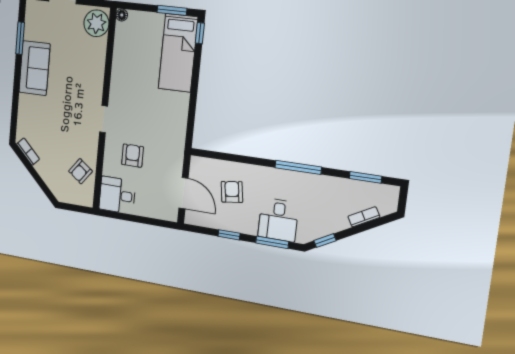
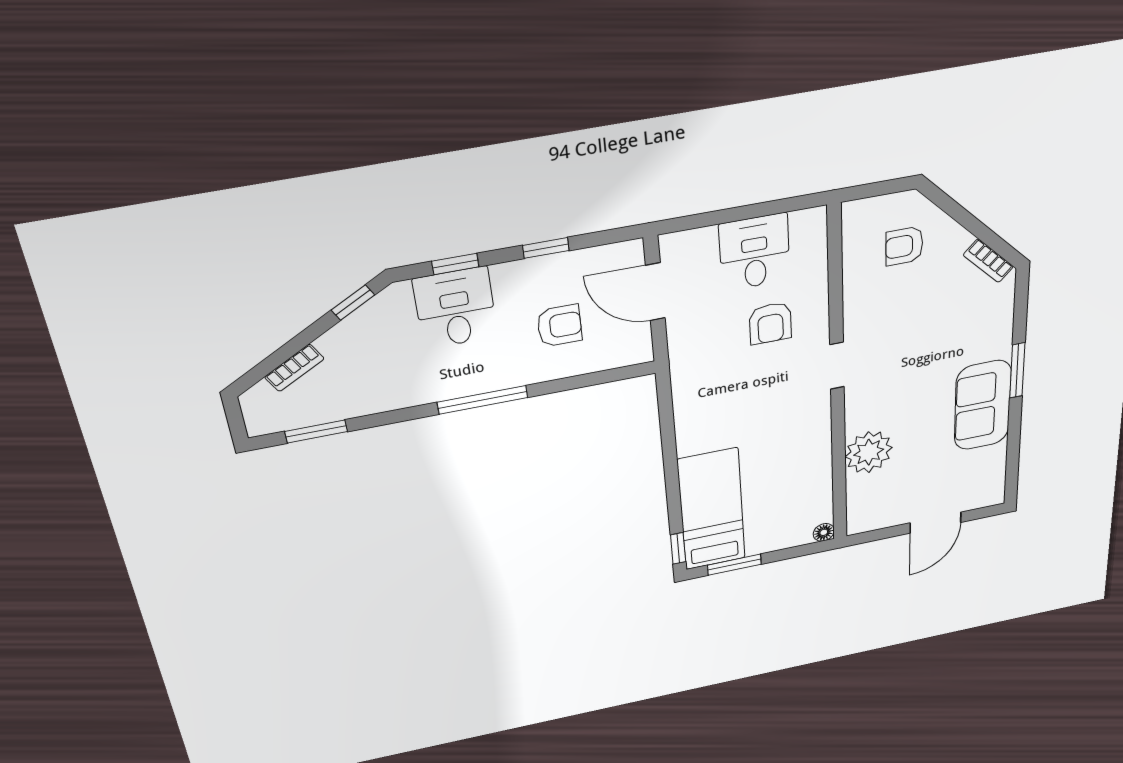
plant: (96, 23) -> (869, 452), moved
window: (20, 38) -> (1017, 370), moved
window: (298, 167) -> (483, 400), moved
armchair: (80, 171) -> (904, 246), moved, turned -127
armchair: (232, 192) -> (560, 326), turned -82
desk: (117, 195) -> (755, 252), moved, turned -90
window: (272, 242) -> (455, 264), width x0.67

